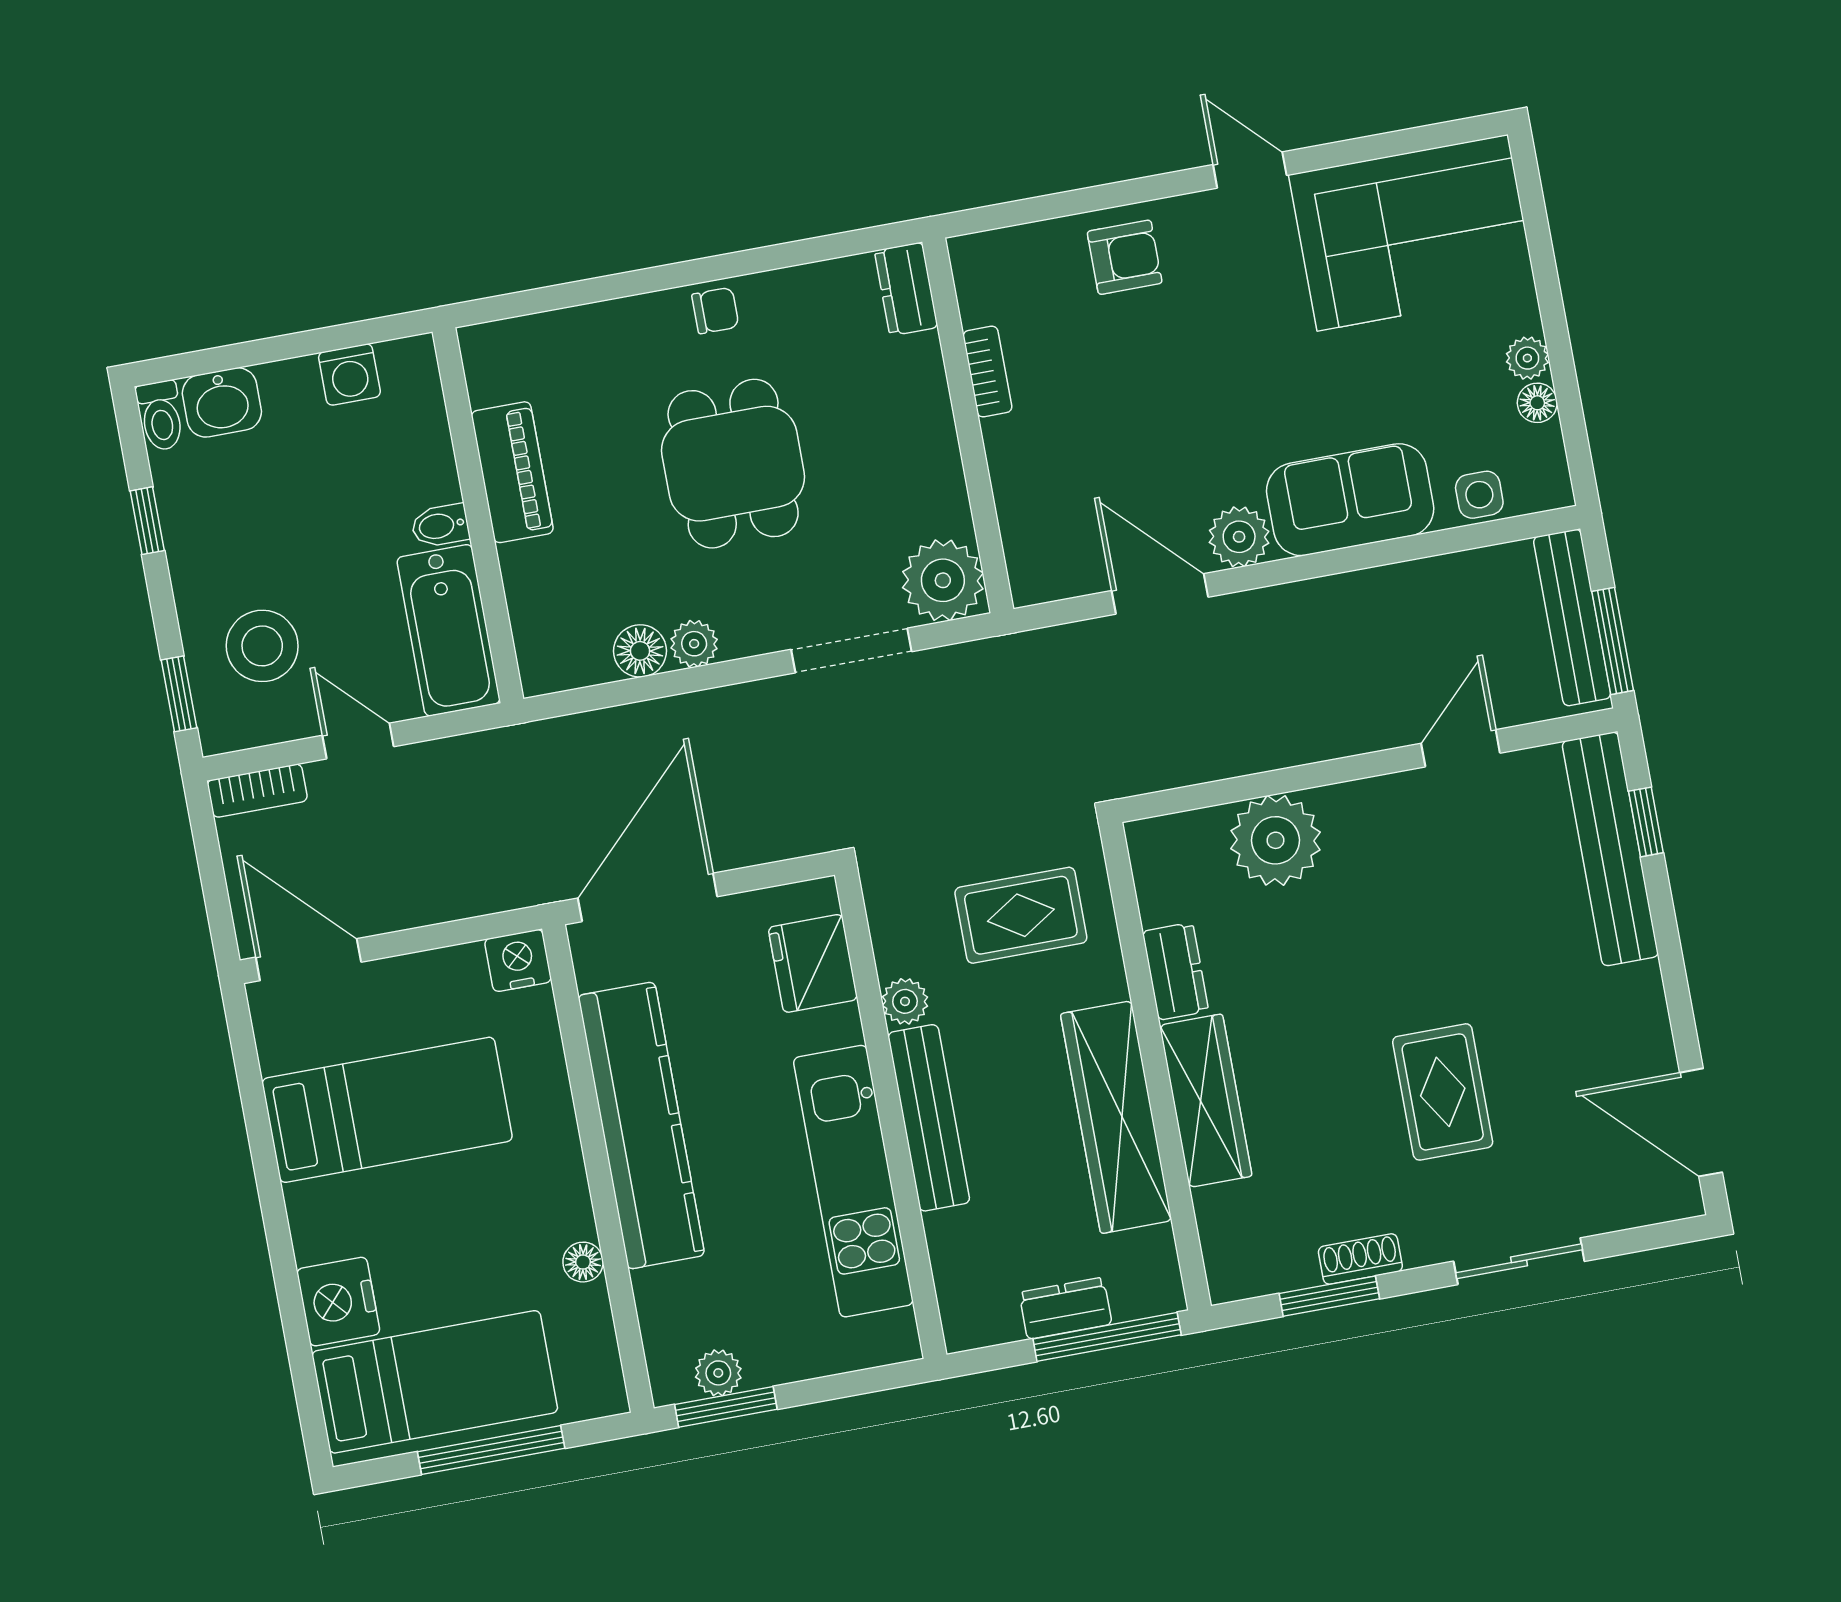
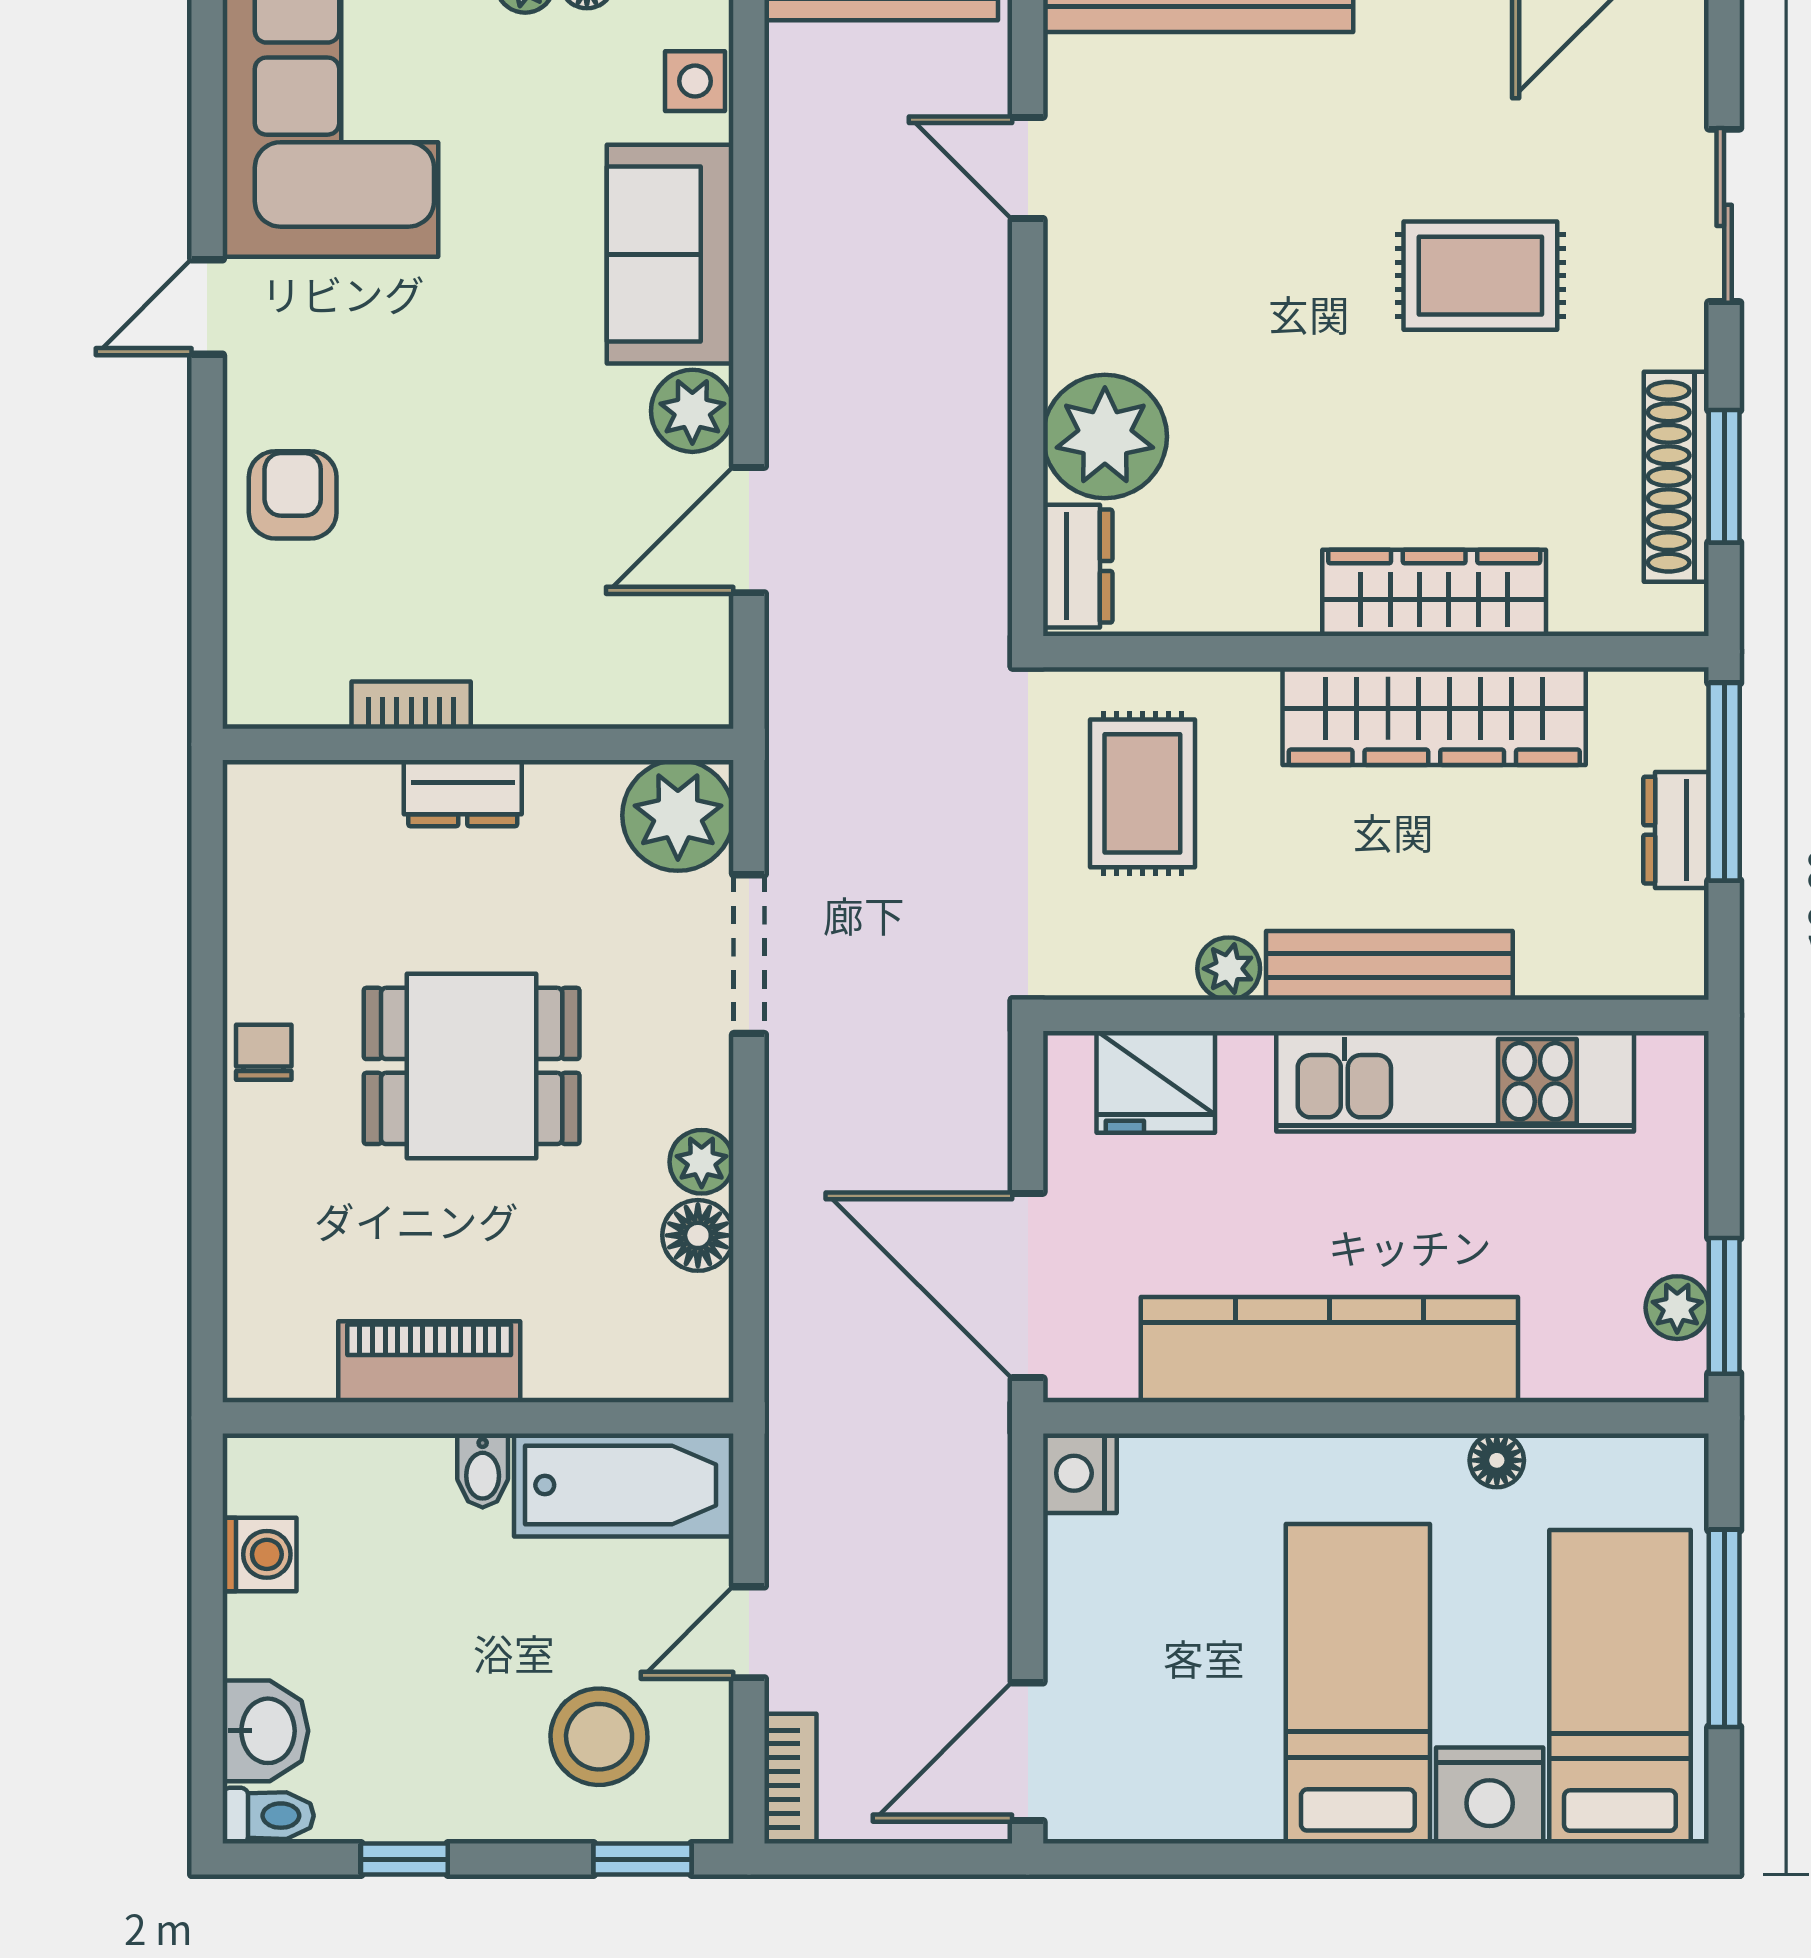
dresser: (906, 289) -> (463, 793), moved
dresser: (1176, 971) -> (1078, 566), moved, turned 90
bed: (387, 1110) -> (1358, 1684), moved
shoe rack: (1360, 1259) -> (1676, 477), width x1.94, depth x1.24

